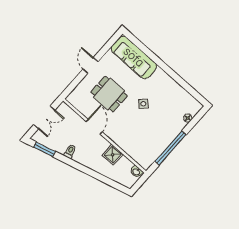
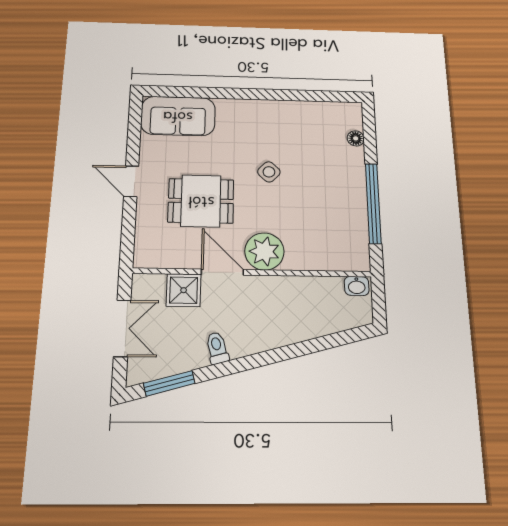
sofa: (134, 57) -> (178, 116), width x0.73
plant: (115, 132) -> (264, 251), added
shower: (113, 155) -> (184, 290), moved

